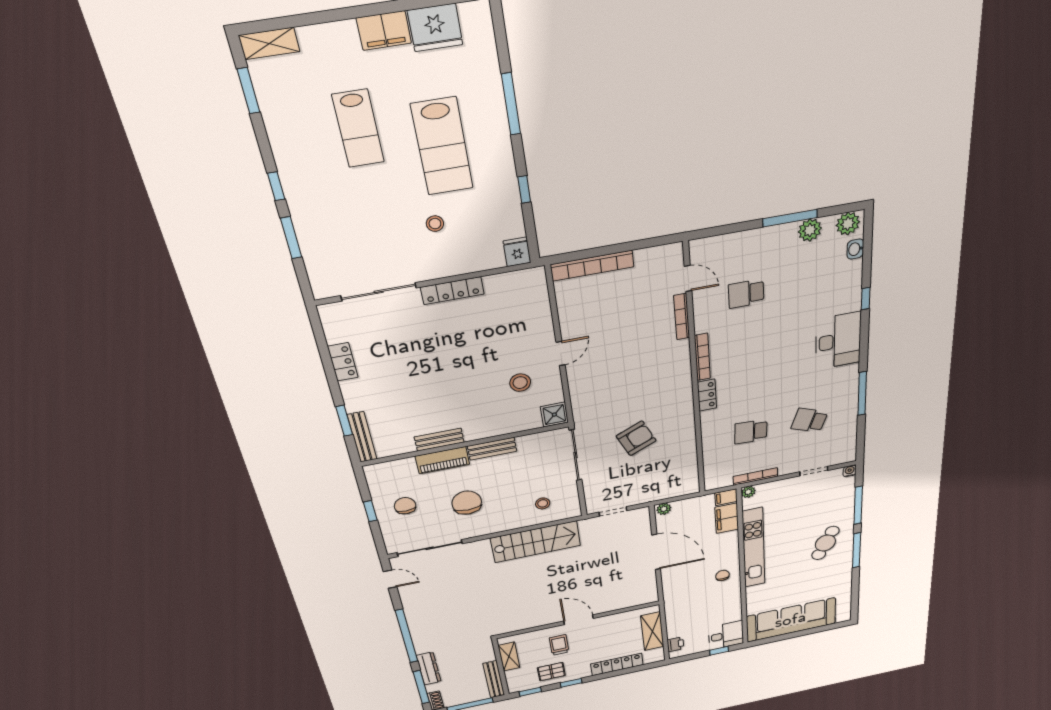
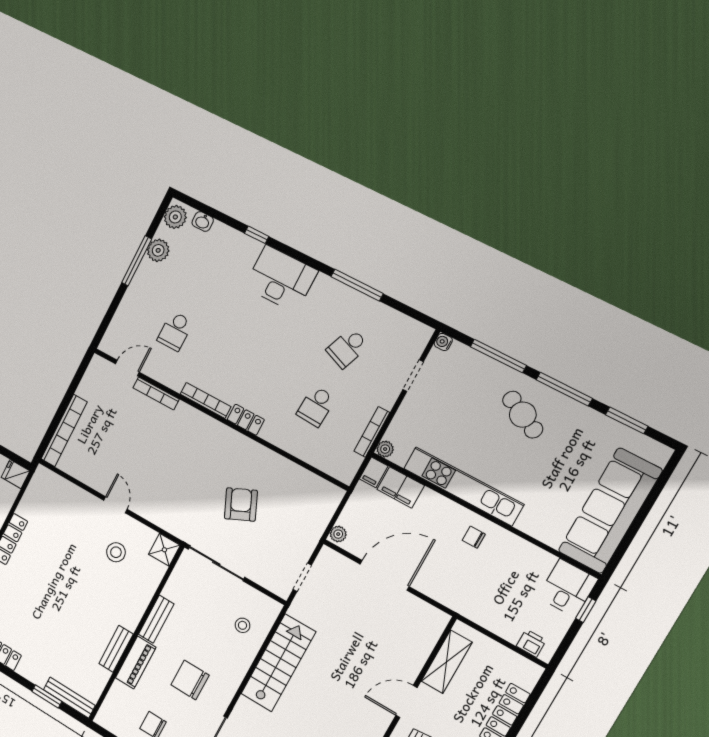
window: (855, 590) -> (627, 420), added
shelving: (652, 631) -> (447, 662), moved, turned 90

